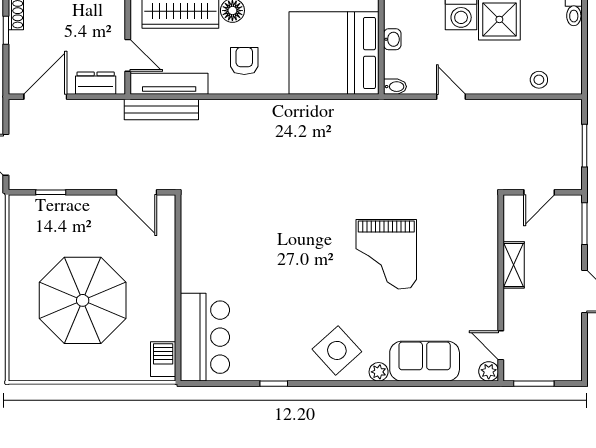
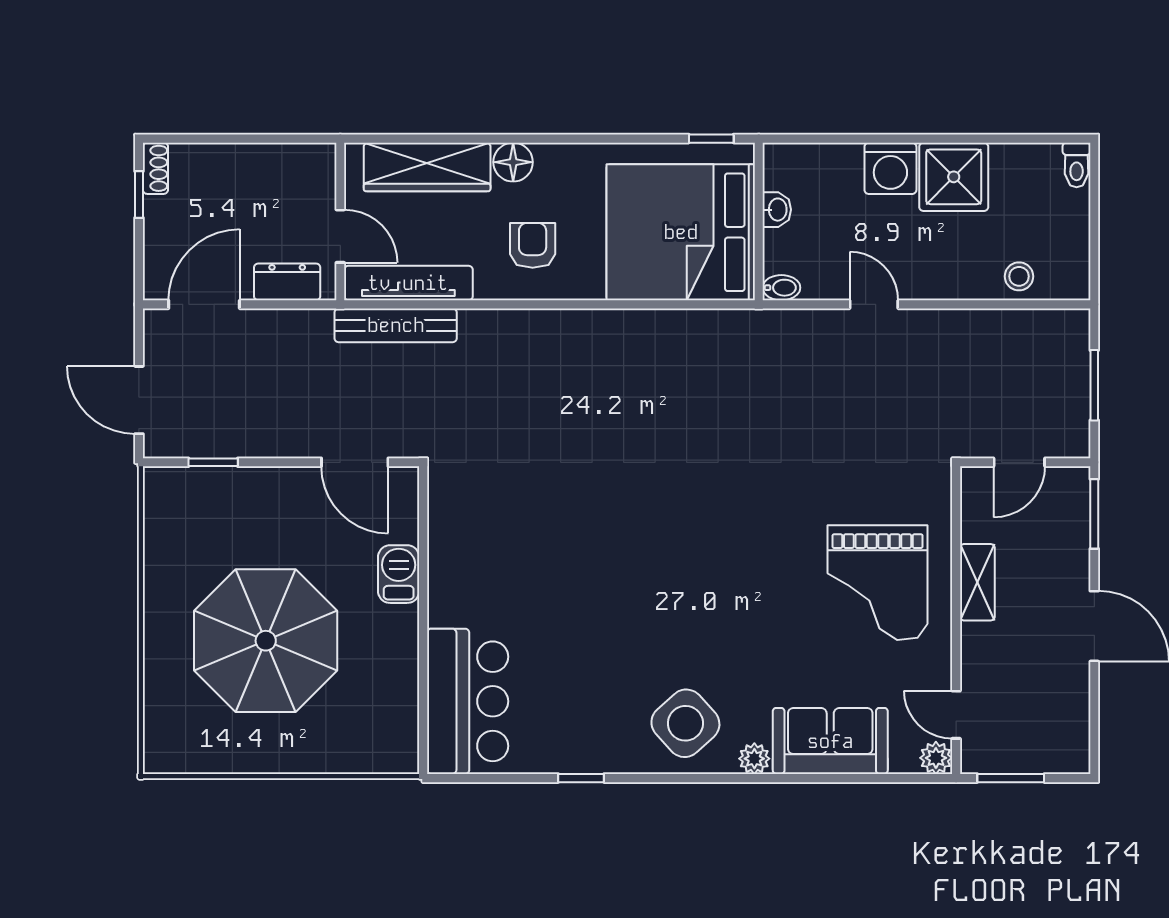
grand piano: (386, 254) -> (878, 583), moved
barbecue: (163, 359) -> (399, 574), moved

